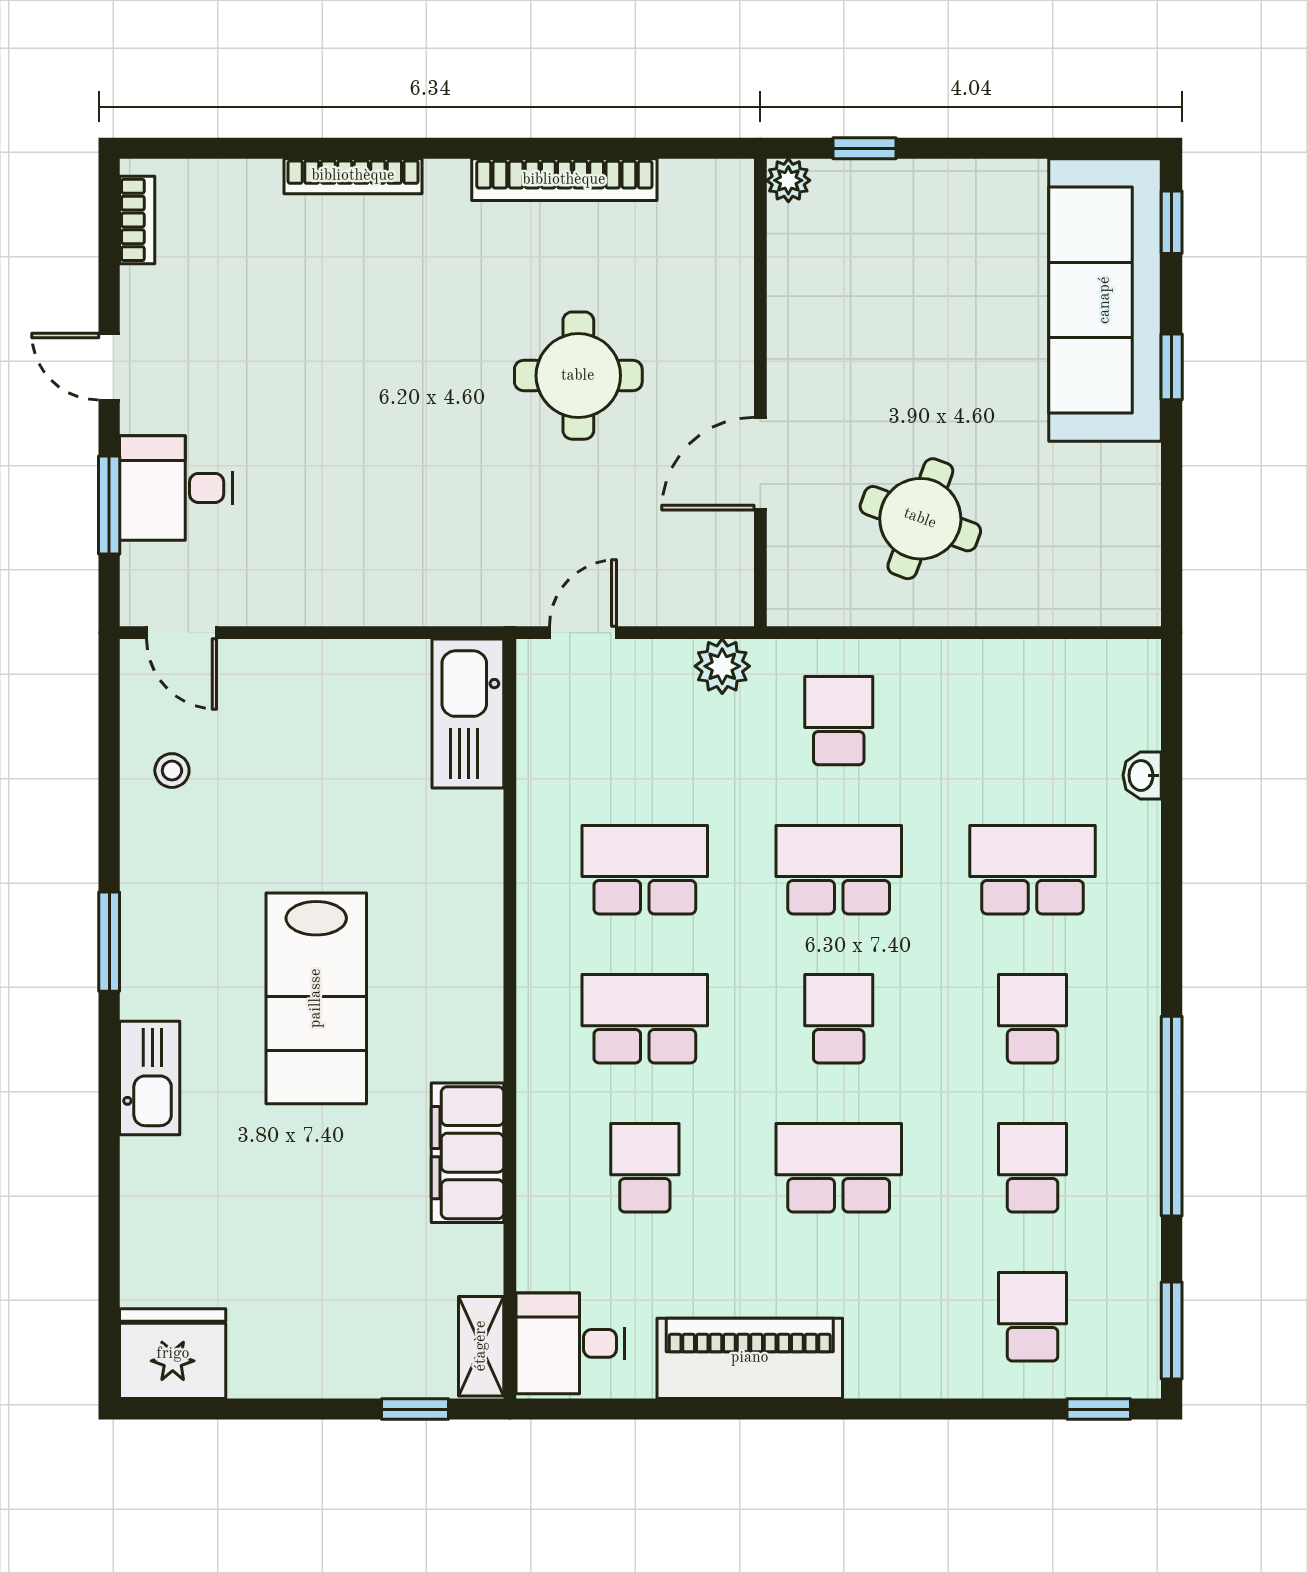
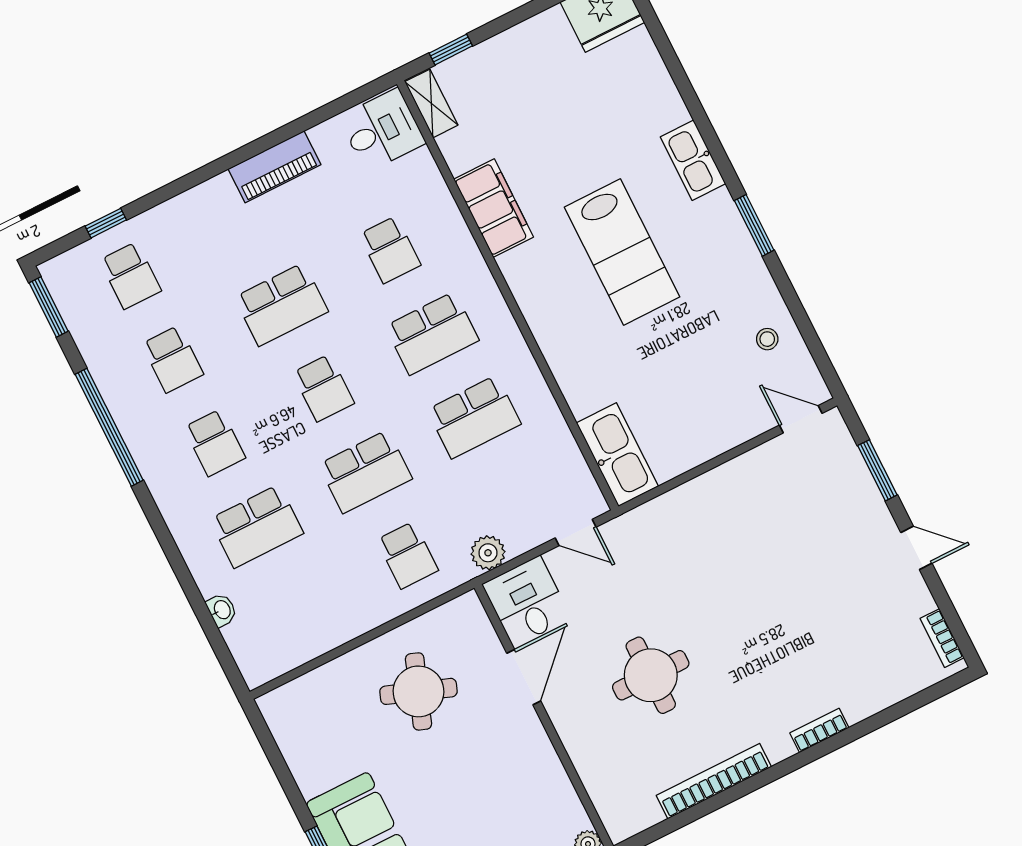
bookcase: (353, 176) -> (819, 730), width x0.64
desk: (176, 488) -> (527, 601), moved, turned -90
door: (583, 633) -> (576, 532), hinge flipped
lab bench: (316, 998) -> (622, 252), turned 180
piano: (750, 1358) -> (275, 167), width x0.73, depth x0.75
window: (1099, 1409) -> (106, 223), moved

